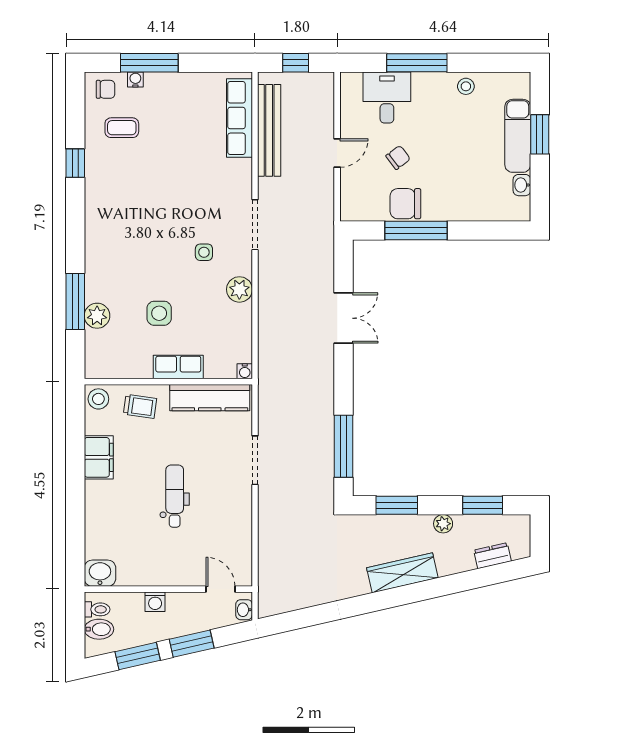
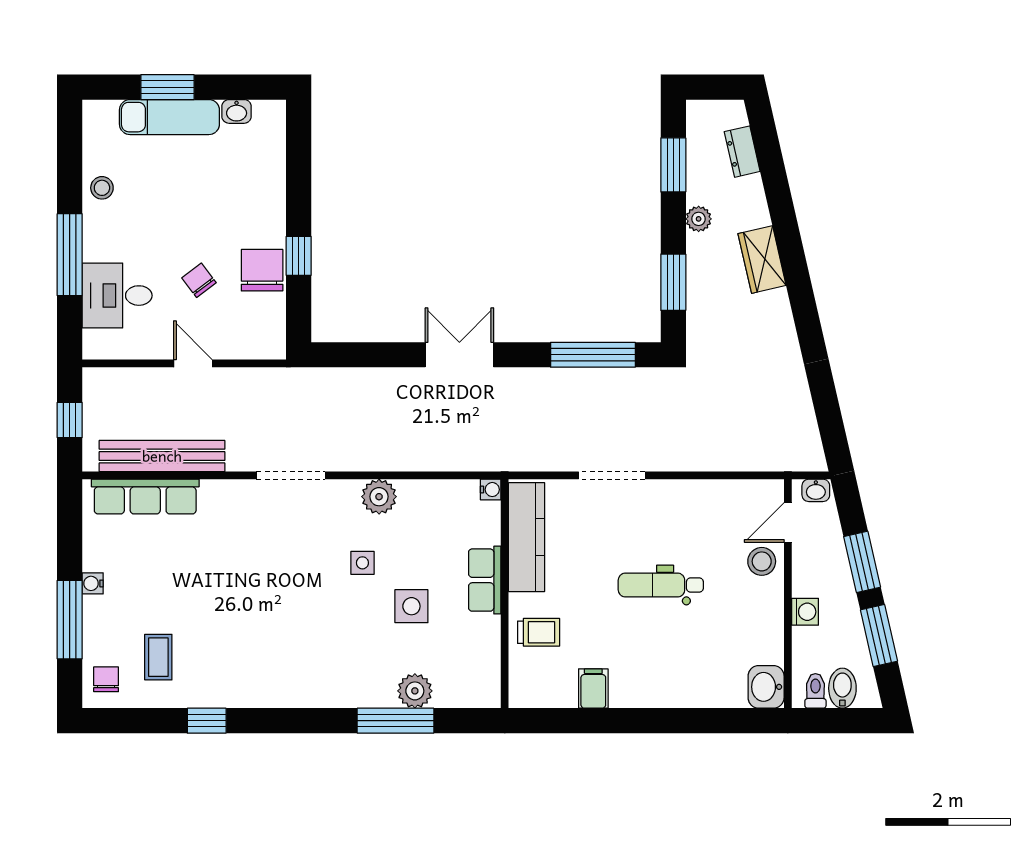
water cooler: (135, 80) -> (93, 583), moved
chair: (405, 204) -> (262, 270), turned 180
window: (416, 231) -> (299, 256), width x0.46
side table: (204, 252) -> (362, 563), moved
double door: (344, 318) -> (459, 355), moved
stool: (98, 399) -> (762, 561), moved
trolley: (140, 406) -> (539, 632), turned 82
filing cabinet: (99, 457) -> (593, 689), width x0.50
wardrobe: (402, 573) -> (762, 260), width x0.67

